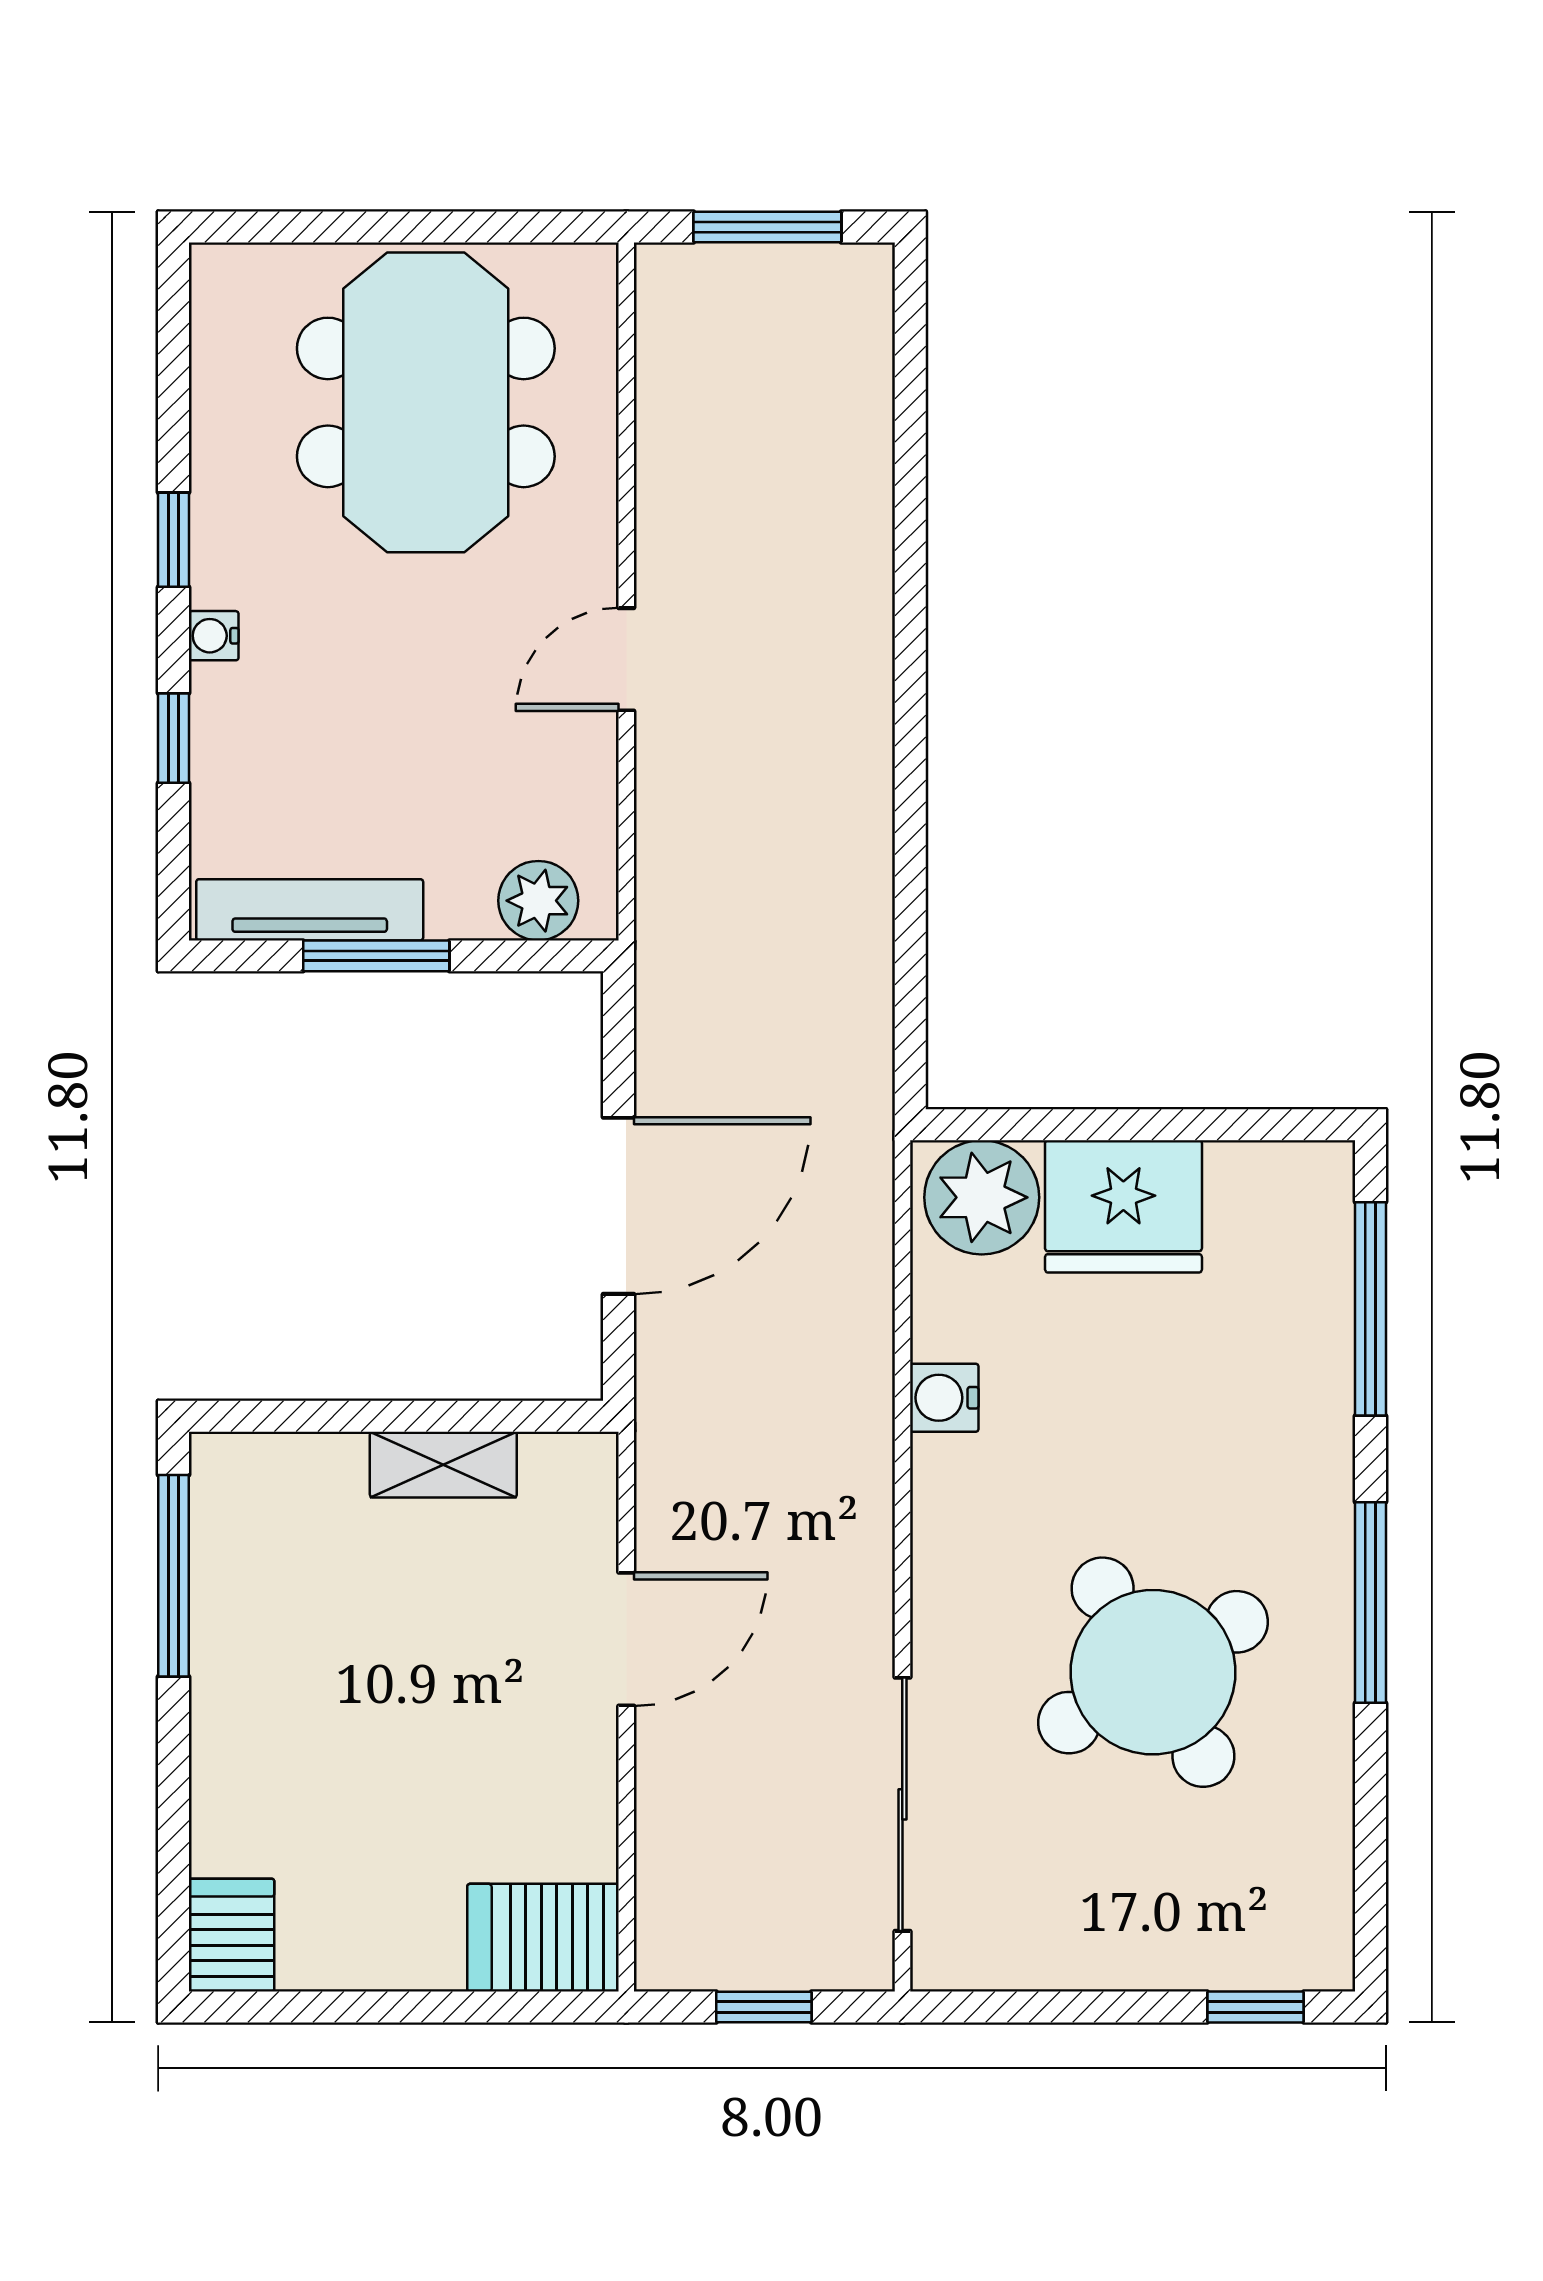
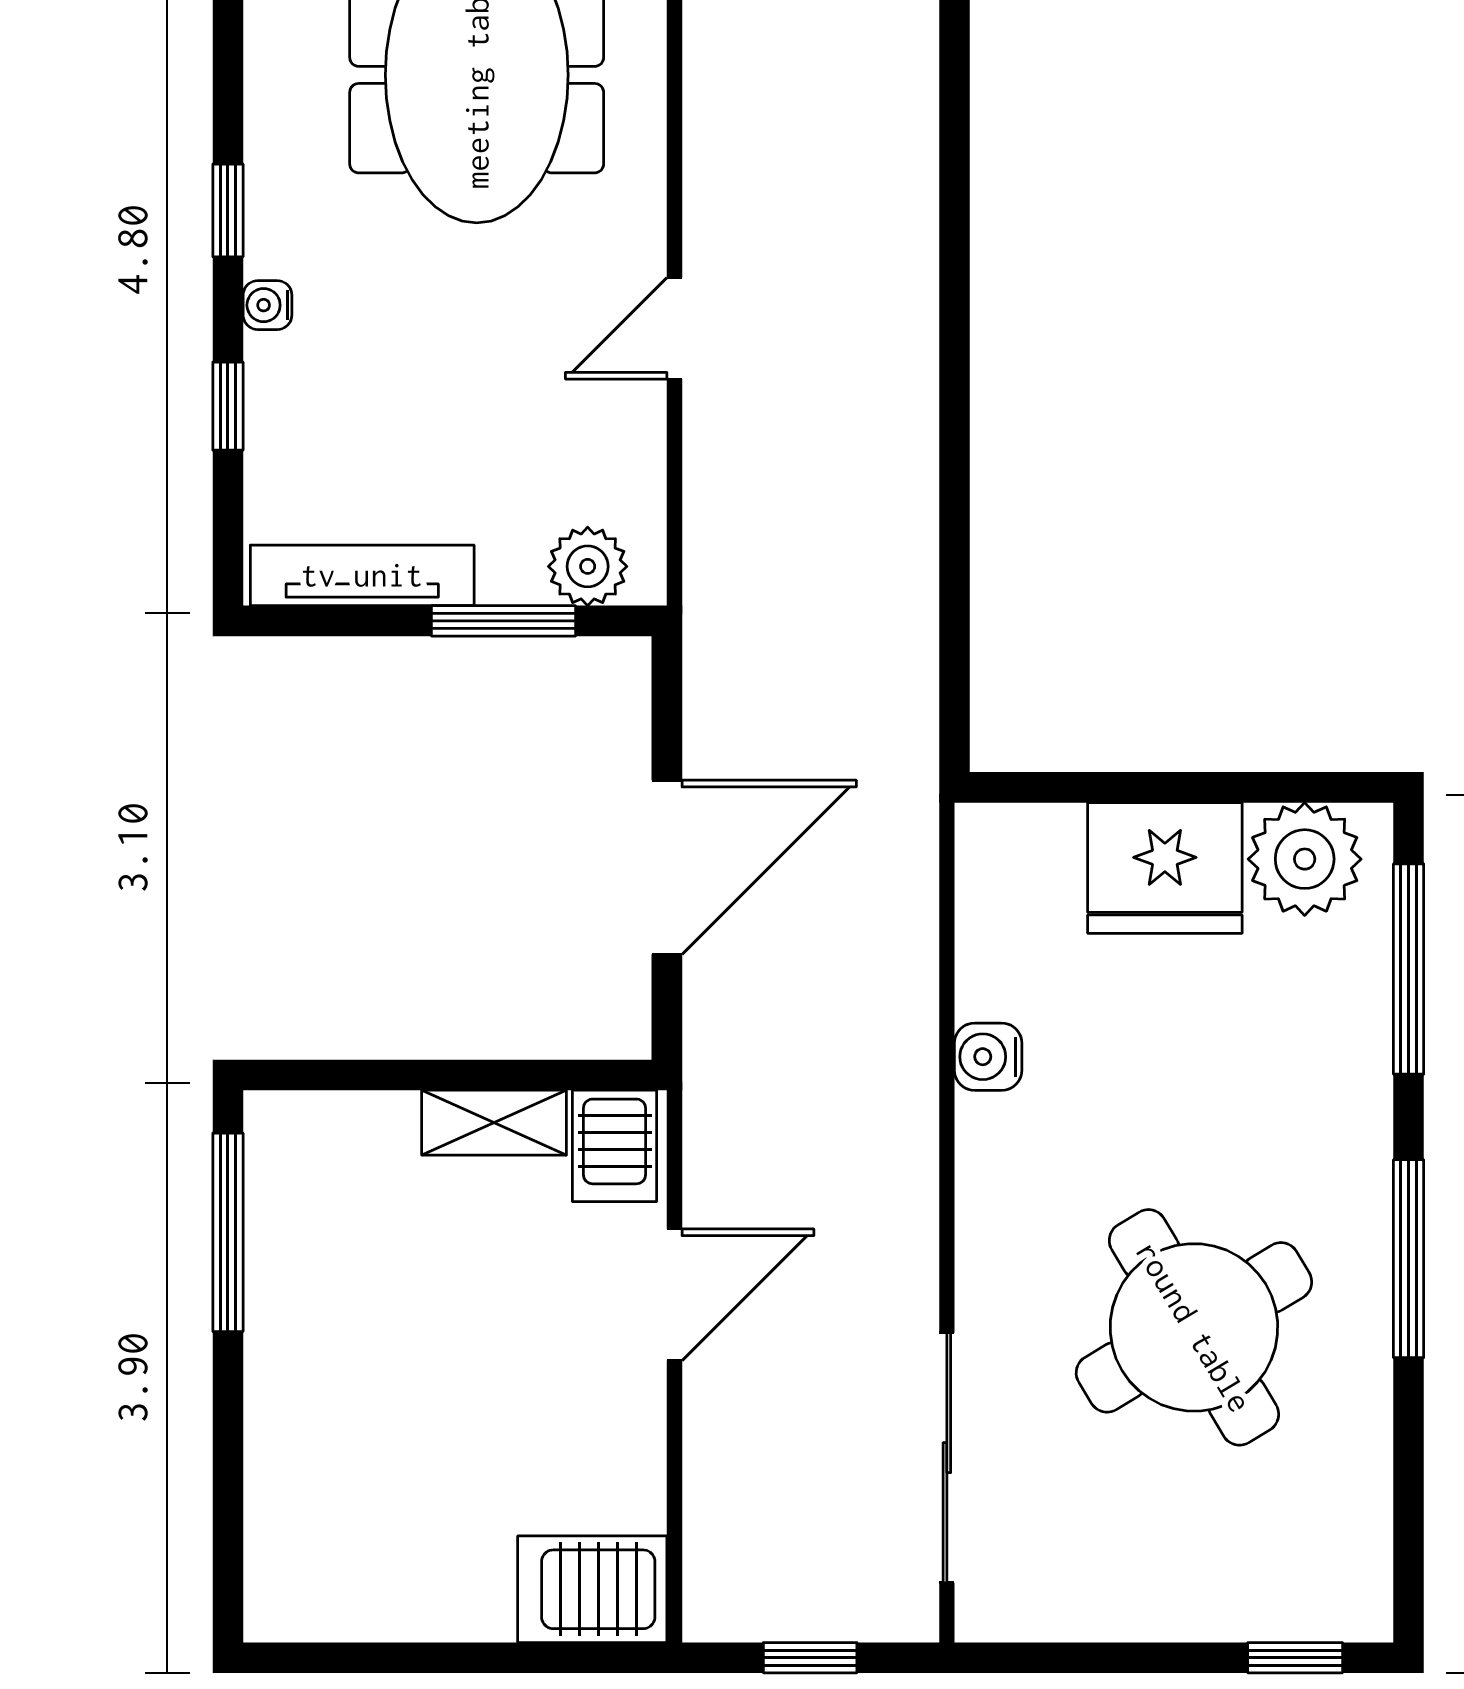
window: (376, 956) -> (504, 621), moved
plant: (982, 1197) -> (1305, 859), moved
server rack: (232, 1935) -> (615, 1146), moved, turned 180

